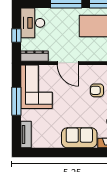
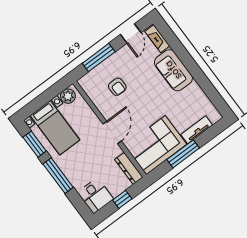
desk: (33, 23) -> (96, 196), width x0.73
tv unit: (26, 135) -> (197, 130), moved

